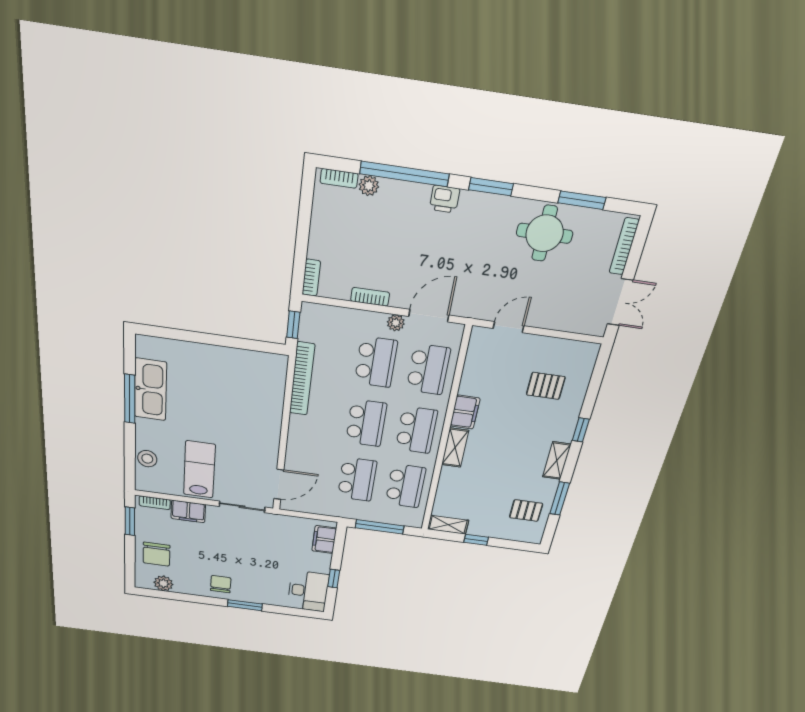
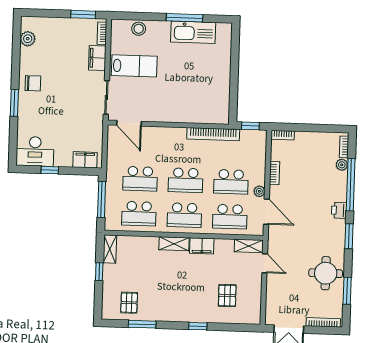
shelving: (557, 461) -> (249, 246), moved
chair: (156, 554) -> (55, 34), removed

